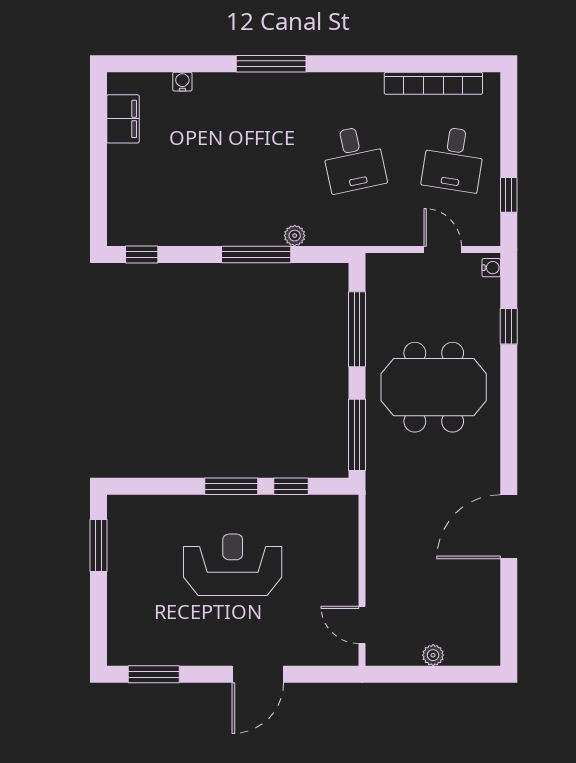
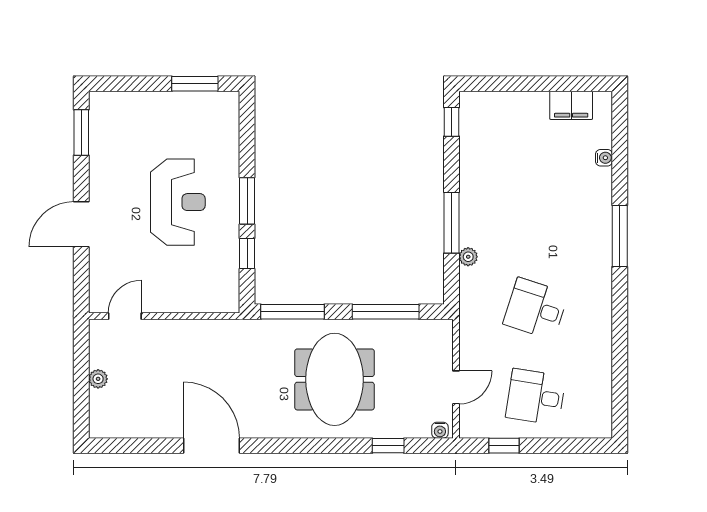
bookcase: (433, 83) -> (603, 379), removed
desk: (354, 159) -> (536, 309), turned 30
door: (258, 674) -> (81, 224), hinge flipped

